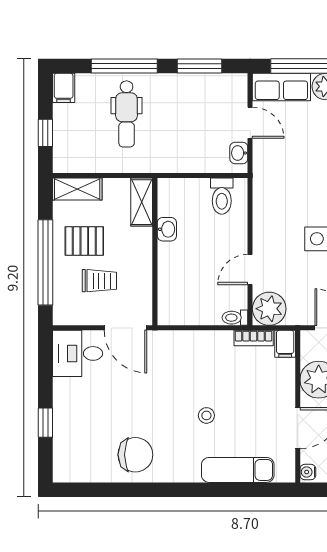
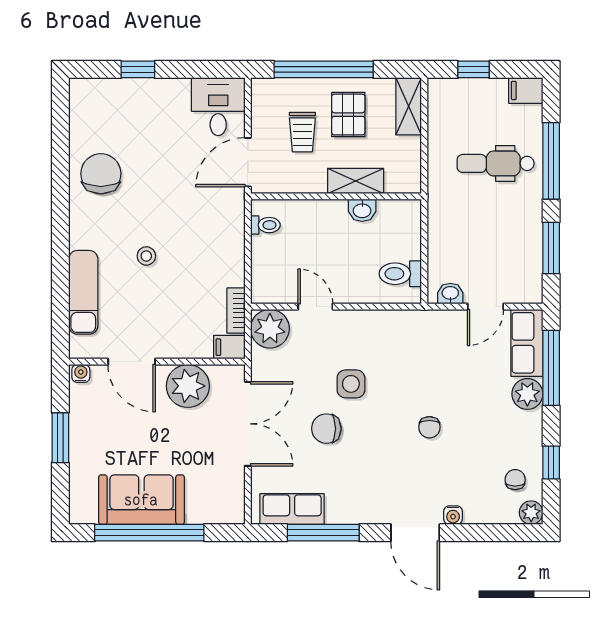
shelving: (142, 202) -> (356, 181), moved
toilet: (235, 318) -> (265, 225), moved, turned 90
chair: (135, 455) -> (101, 174), turned 180

